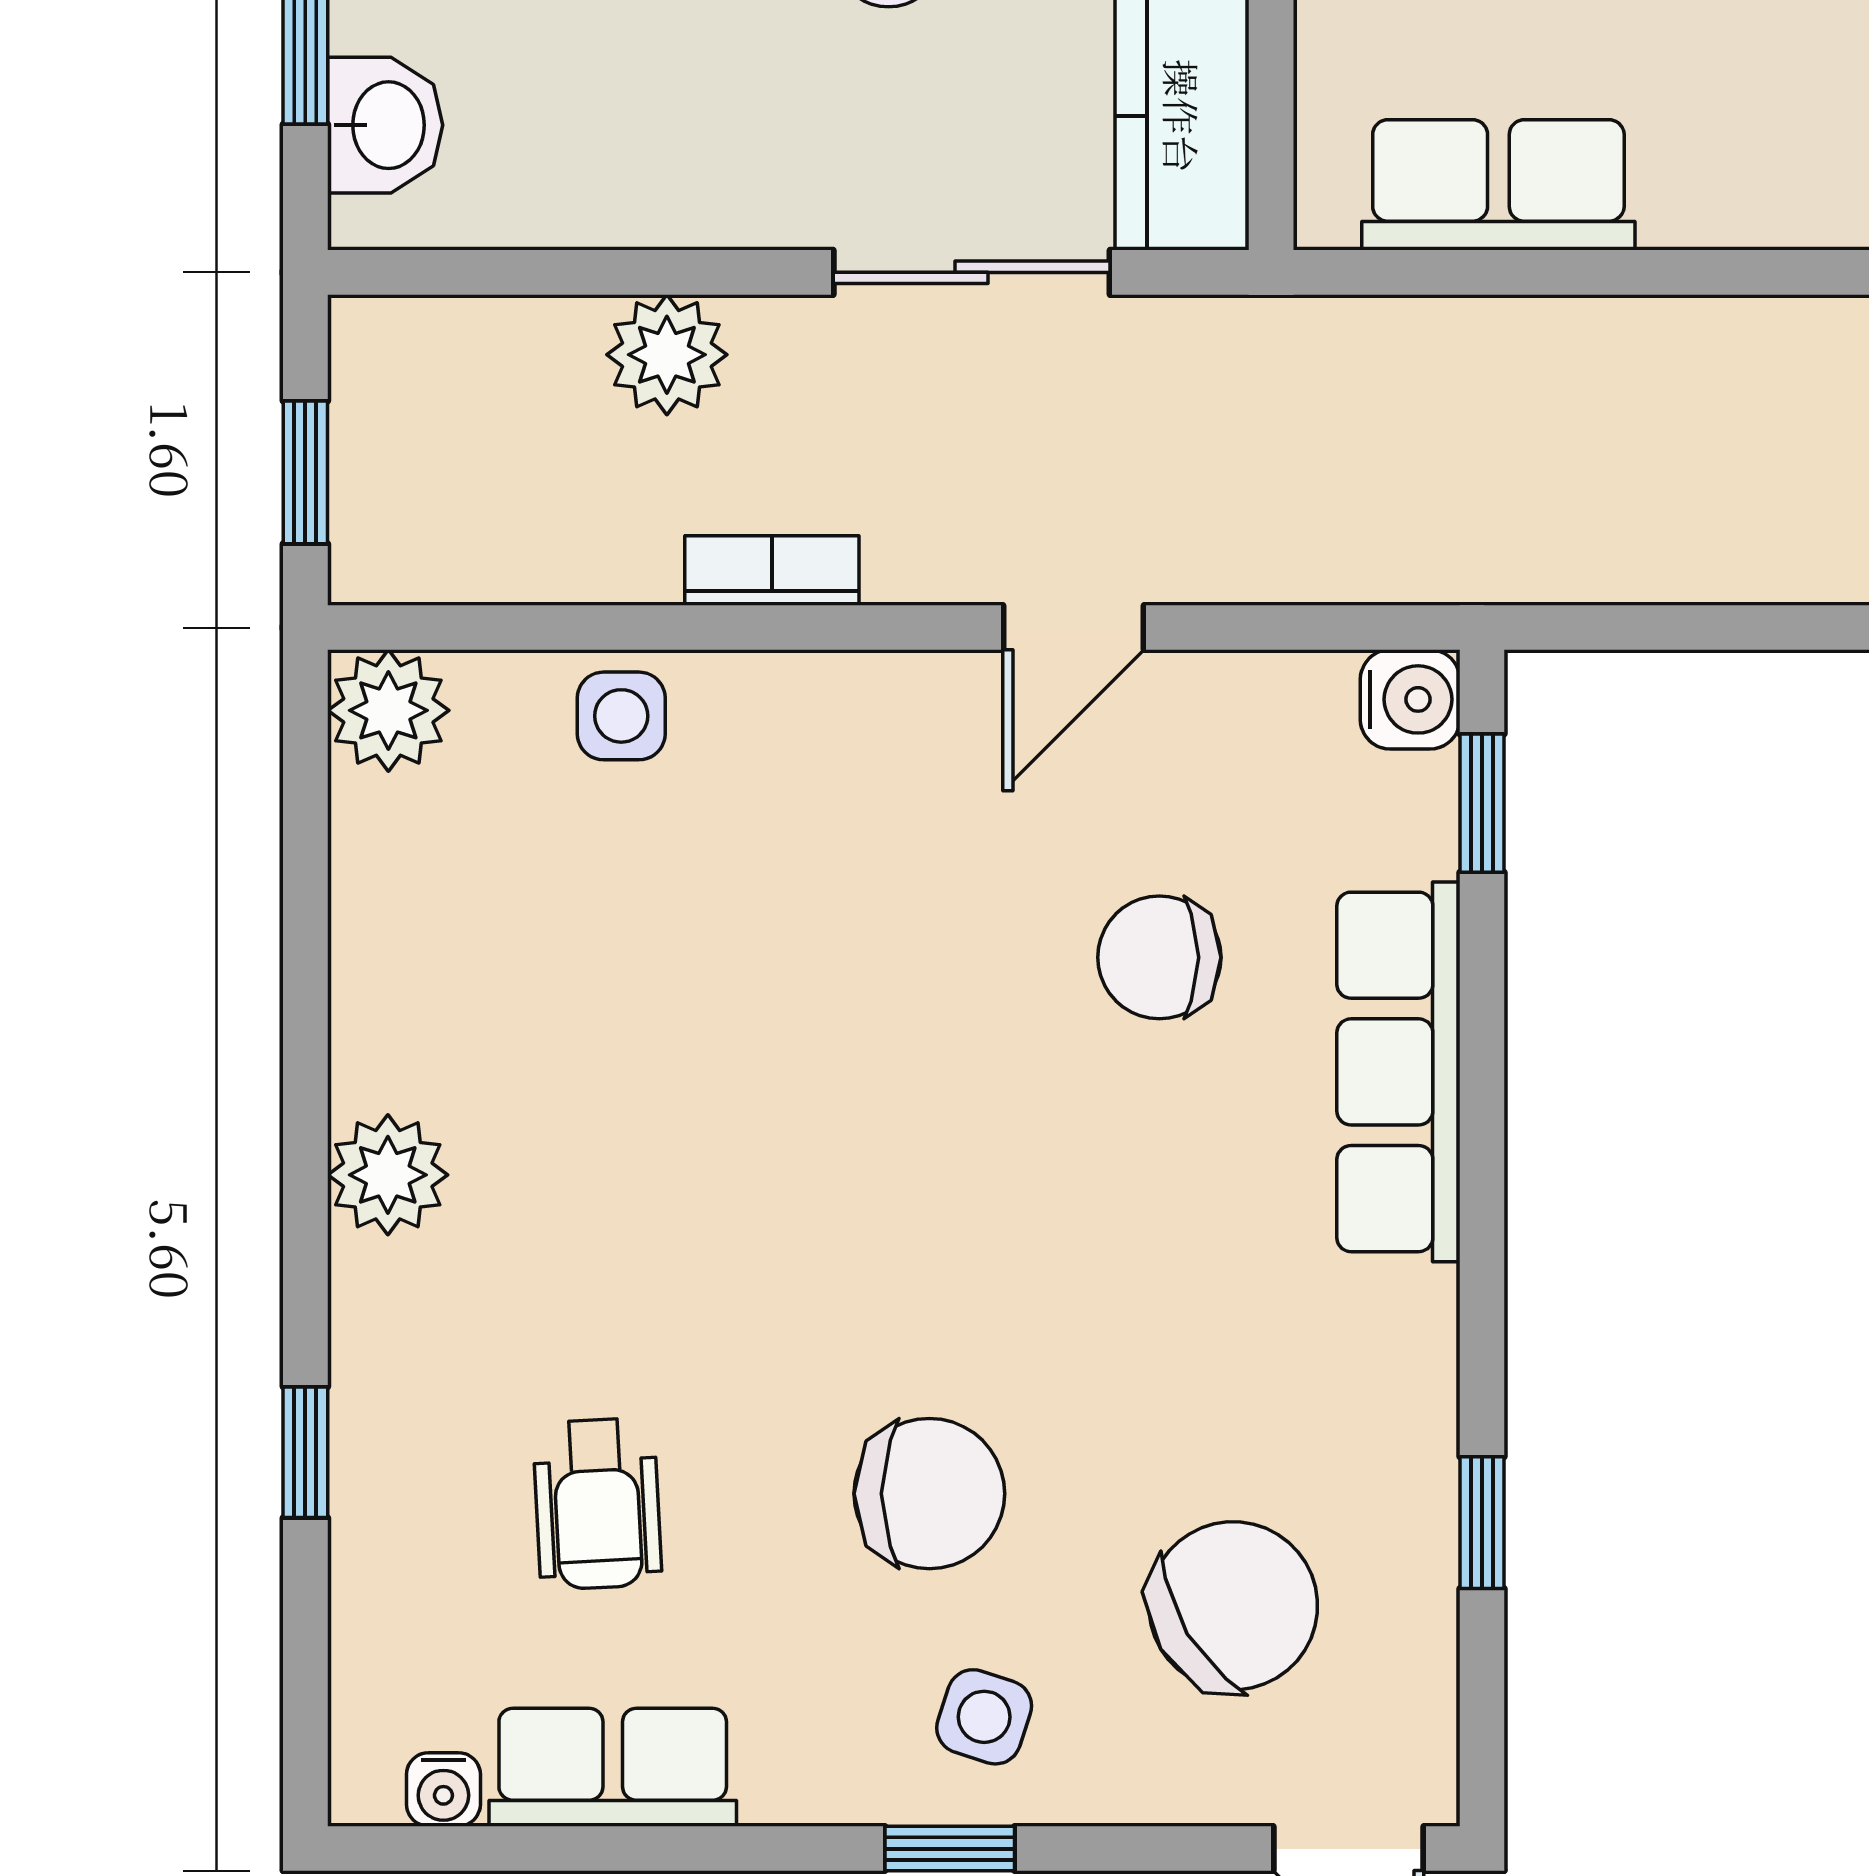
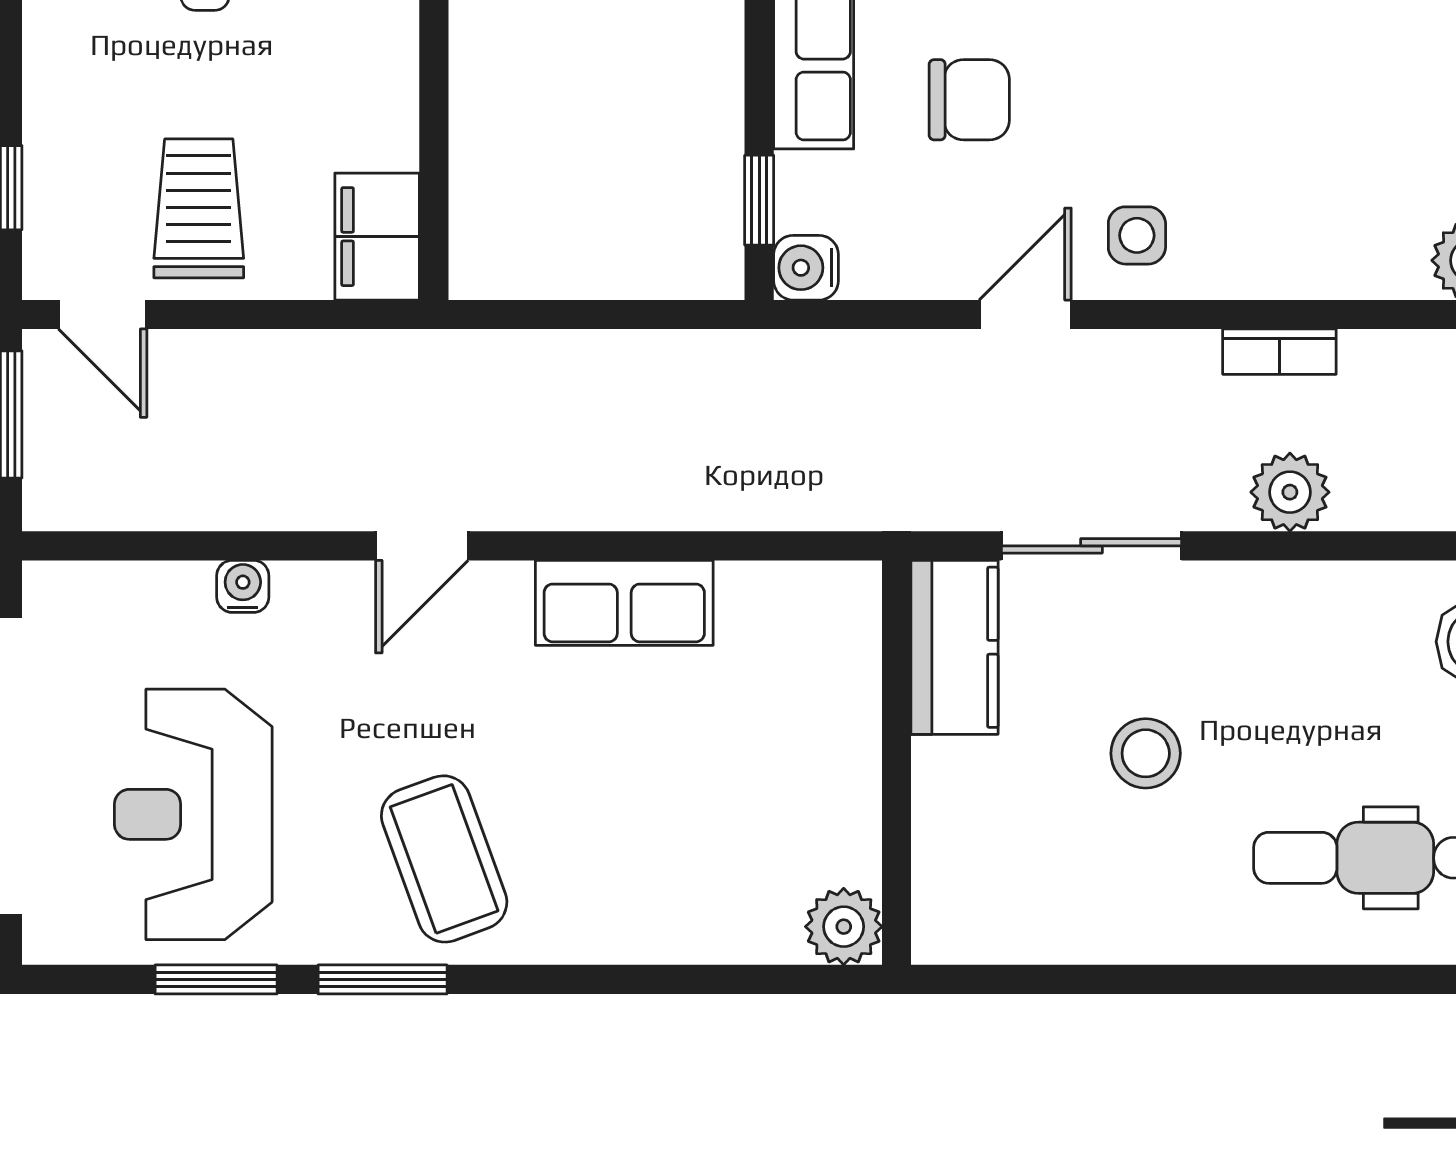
row of seats: (1498, 185) -> (624, 603), moved
bookcase: (772, 570) -> (1279, 352), moved
side table: (621, 716) -> (1137, 235), moved

